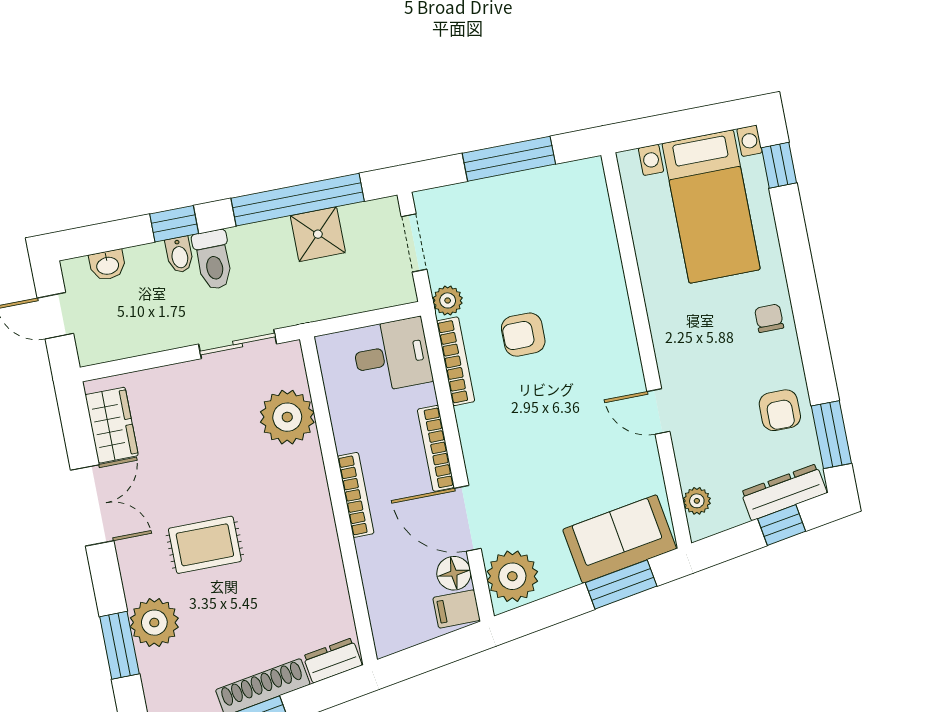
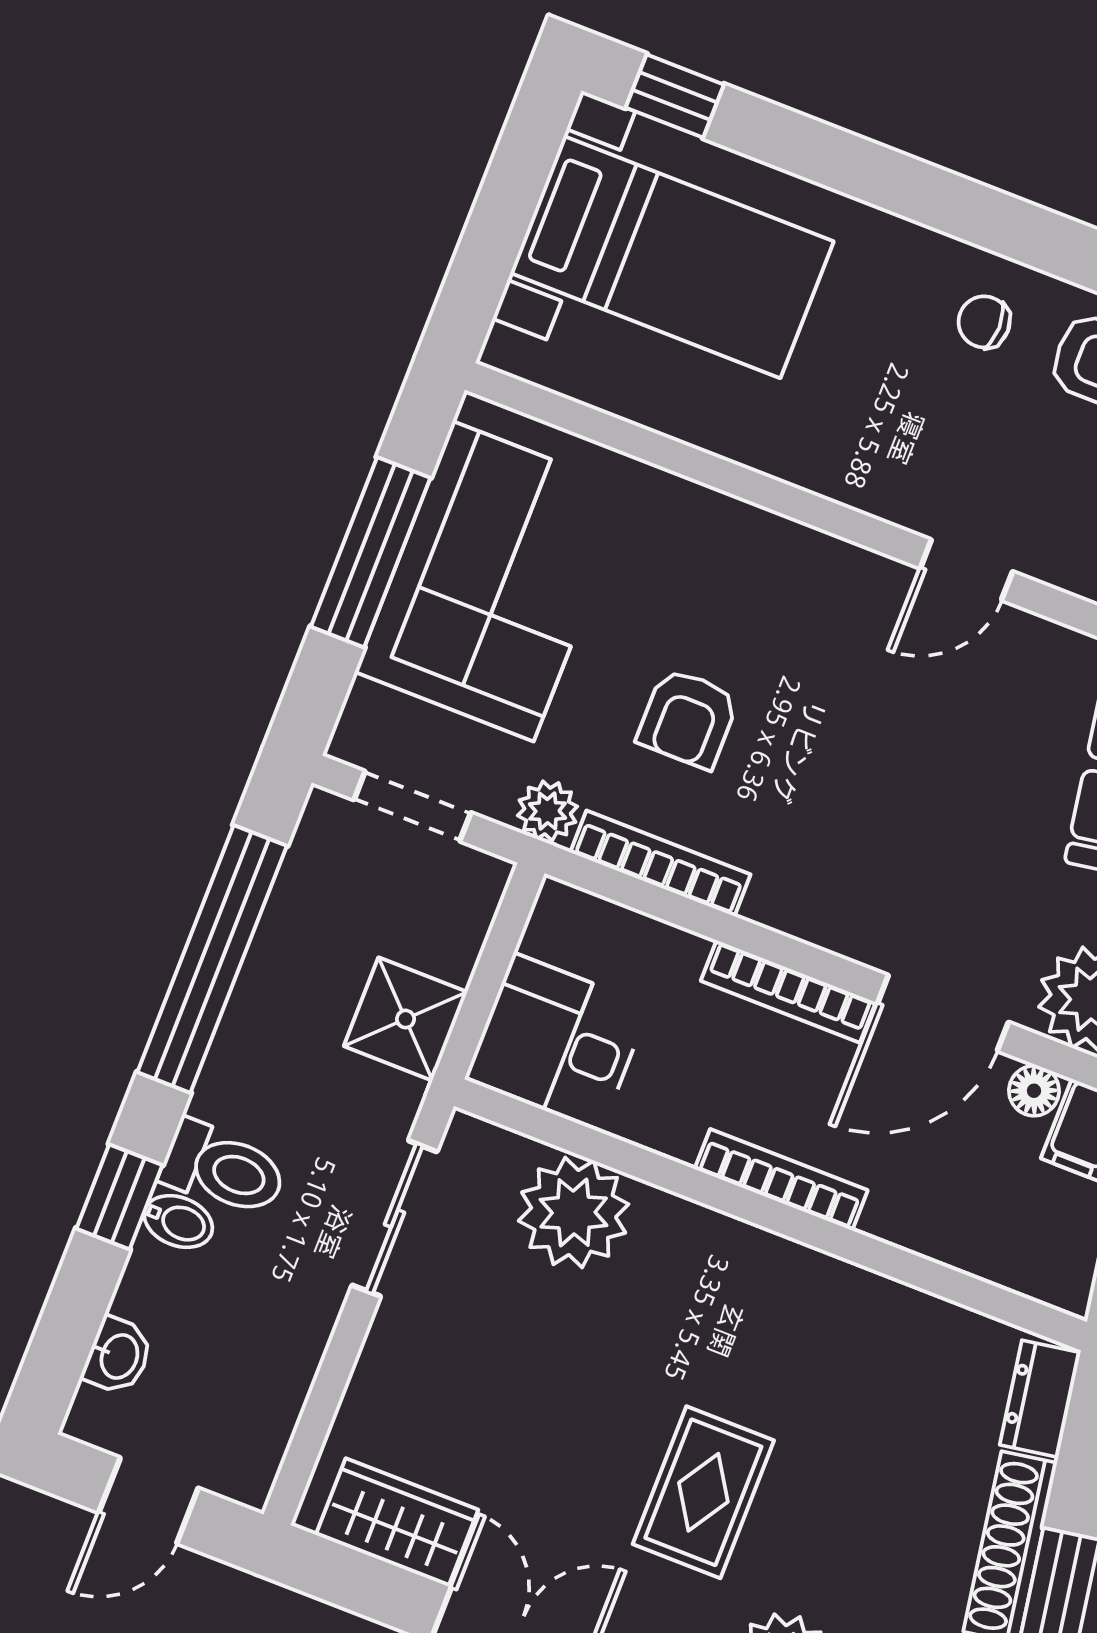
corner sofa: (529, 217) -> (493, 581), added
shower: (318, 234) -> (406, 1019), moved
chair: (769, 318) -> (984, 322), moved
desk: (392, 355) -> (557, 1043), moved, turned -90
floor lamp: (454, 573) -> (1034, 1091), width x0.73, depth x0.73

